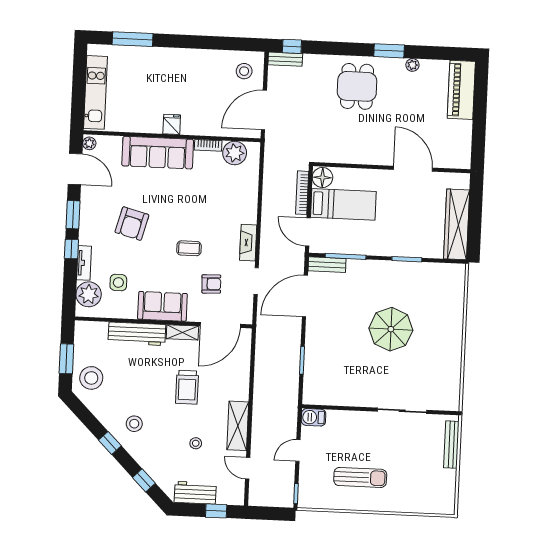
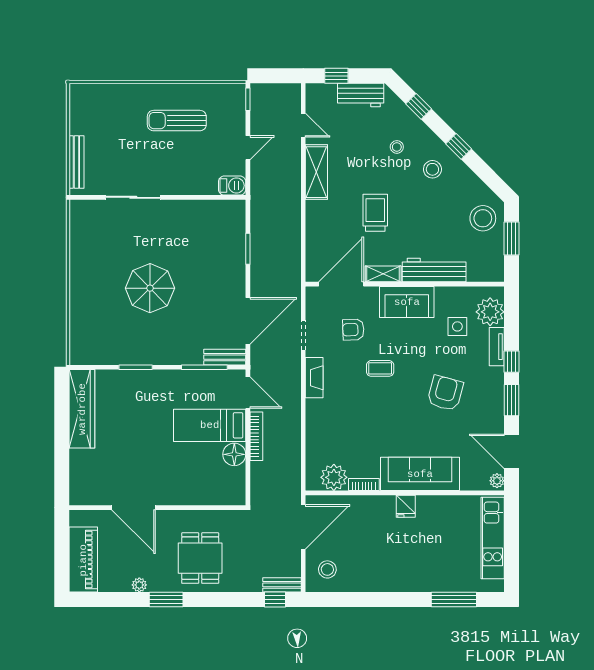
wall: (392, 168) -> (157, 508), moved
door: (413, 169) -> (133, 508), moved
stool: (196, 443) -> (397, 147), moved

